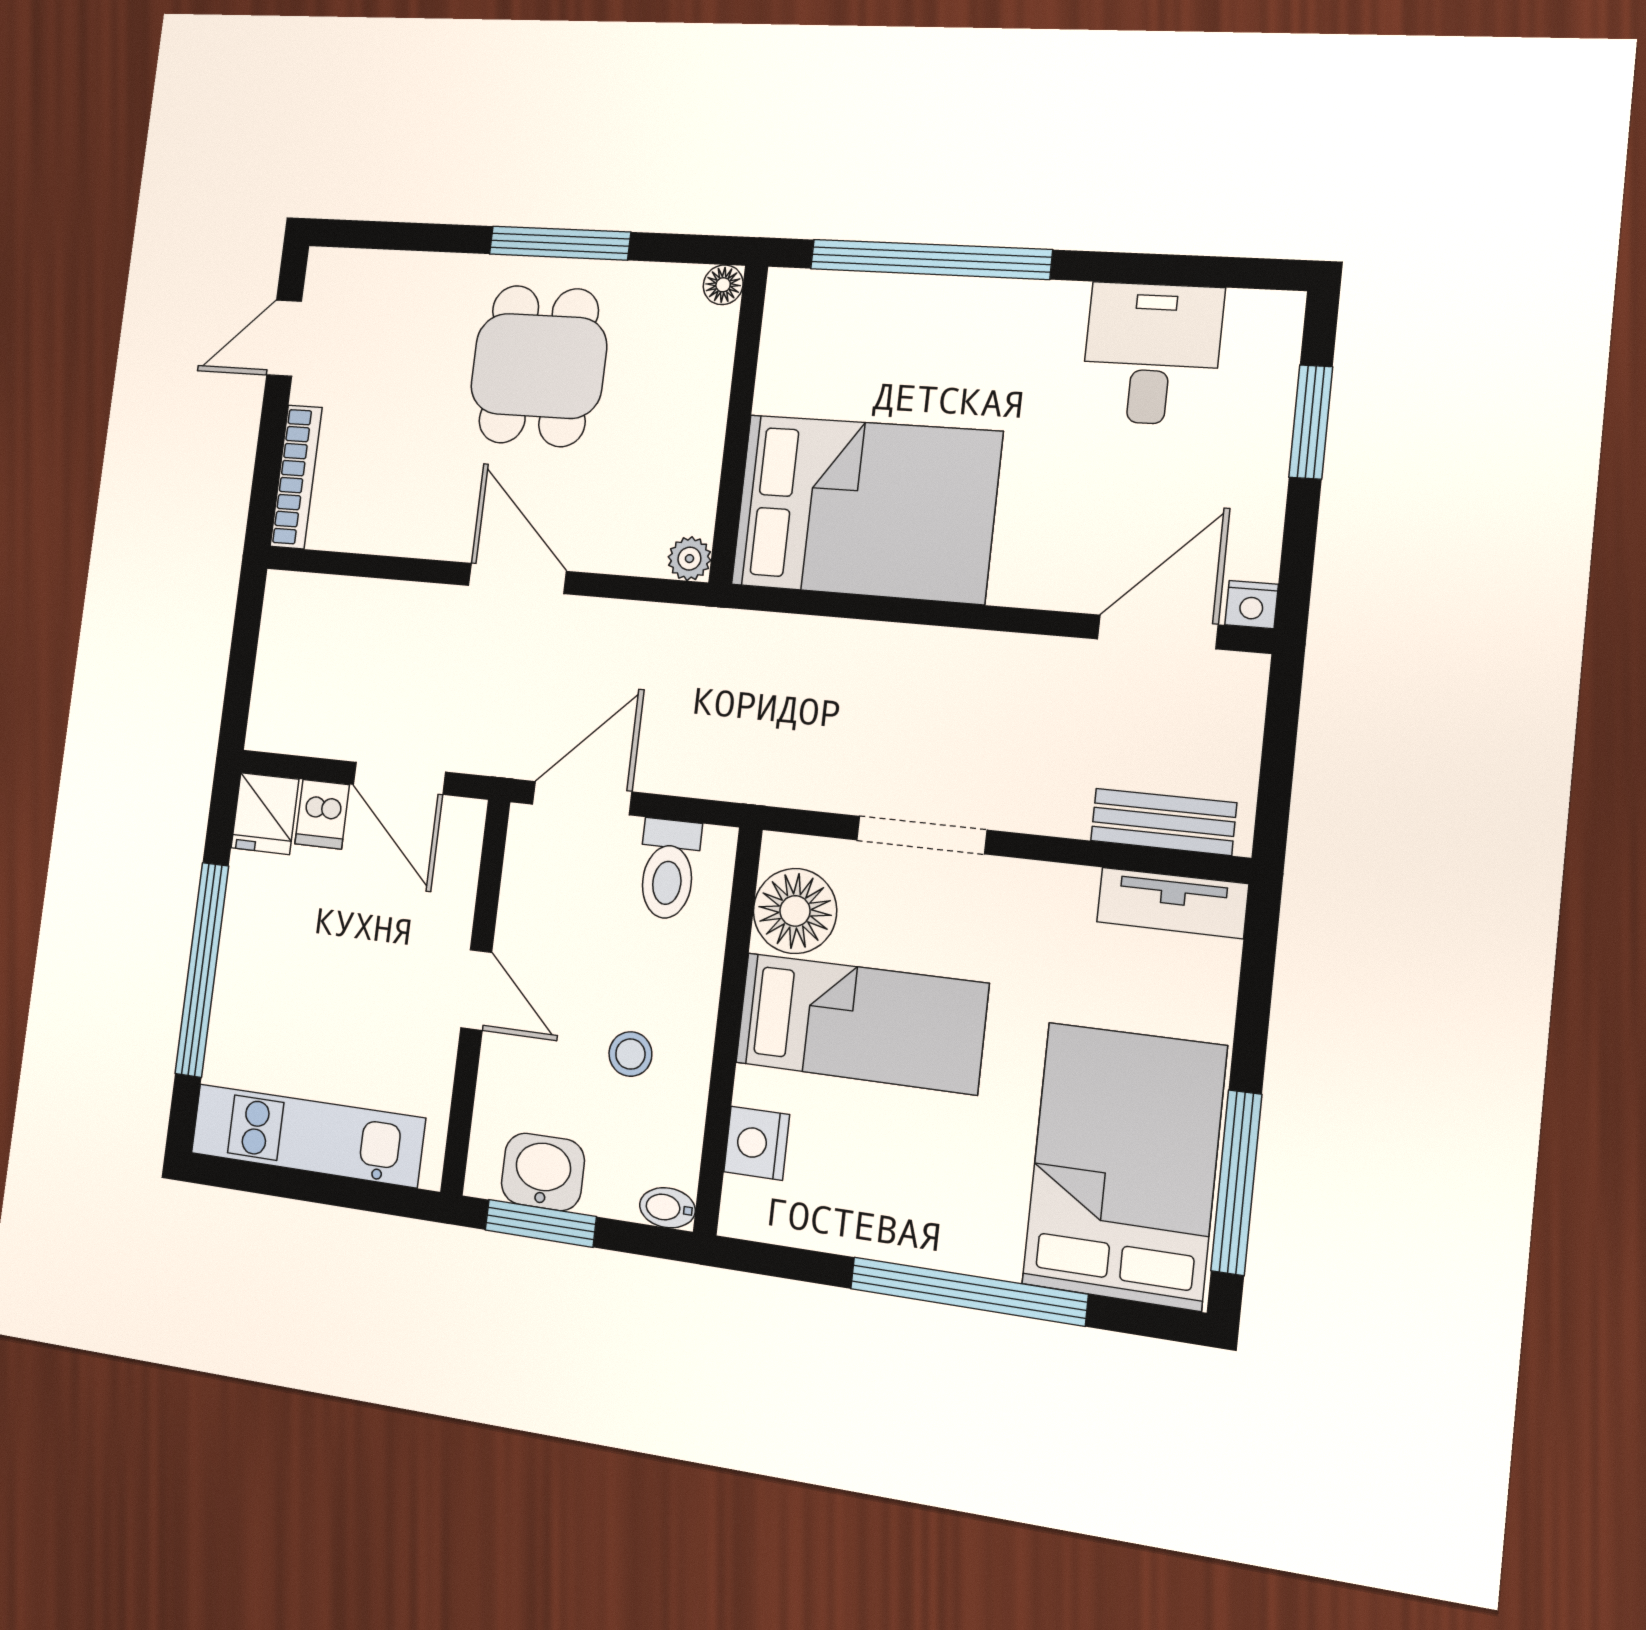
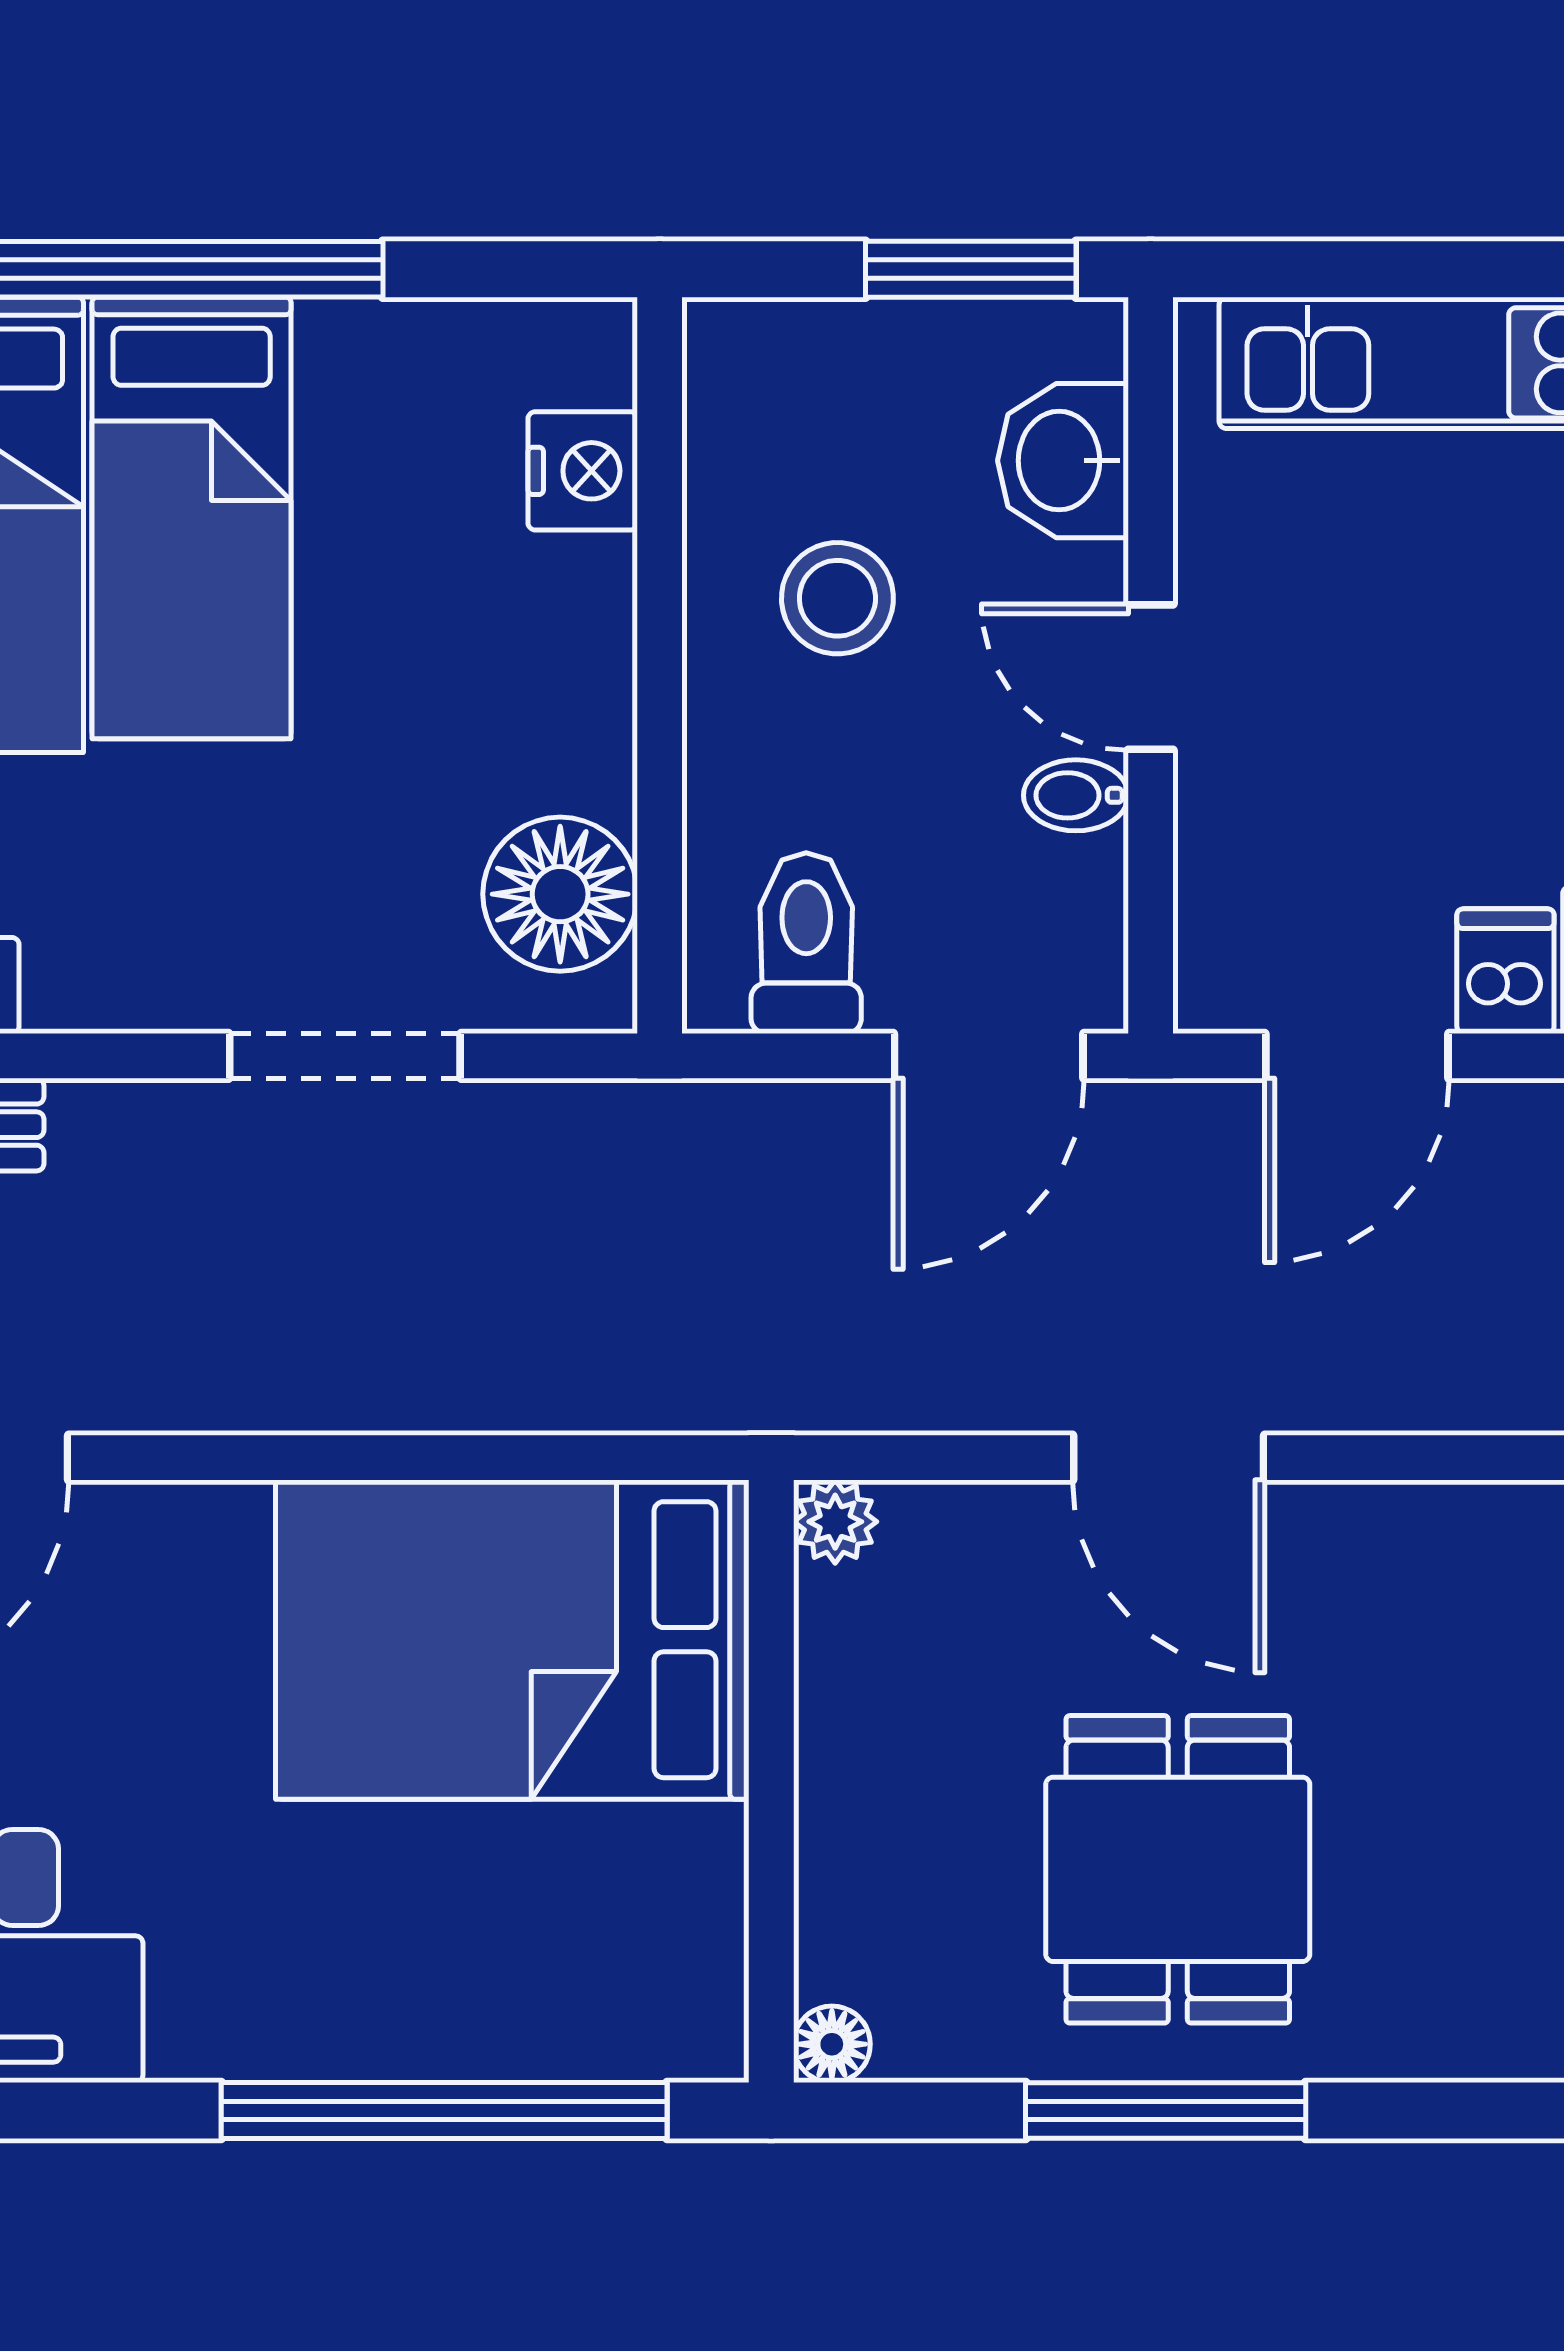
door: (399, 778) -> (1357, 1056), swing flipped
bed: (861, 1023) -> (192, 518), moved, turned -90
stool: (630, 1054) -> (837, 598), width x1.37, depth x1.37
washbasin: (543, 1172) -> (1063, 461), moved, turned 90
bidet: (667, 1208) -> (1076, 795), moved, turned 180

